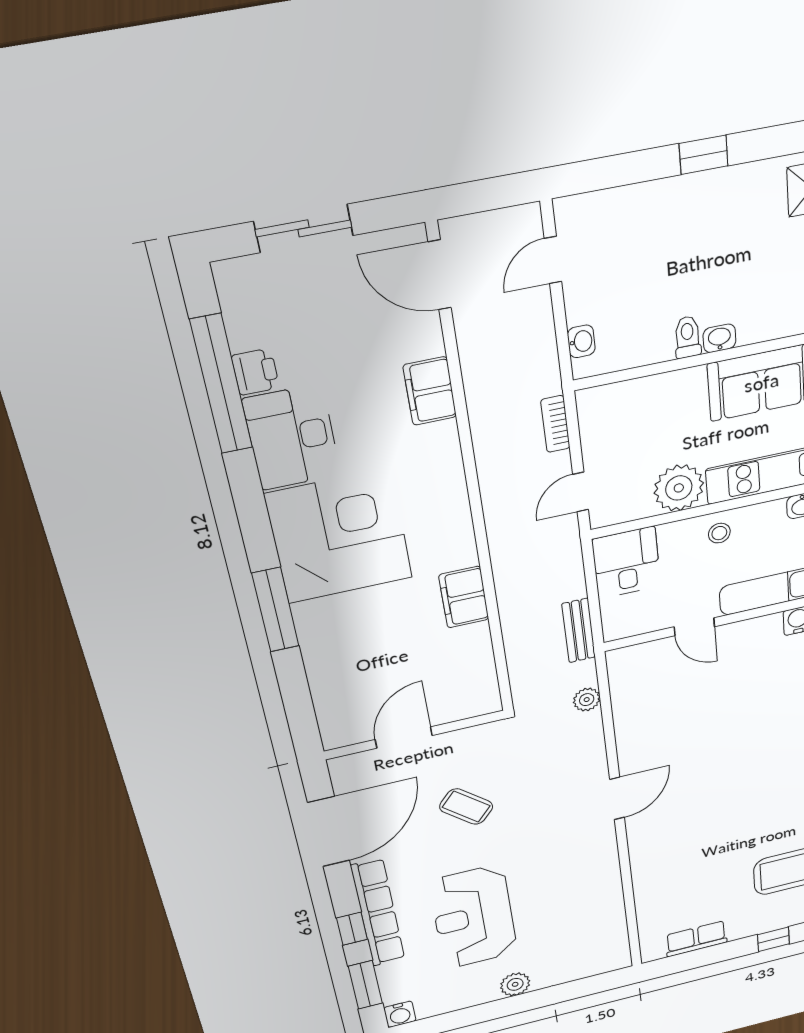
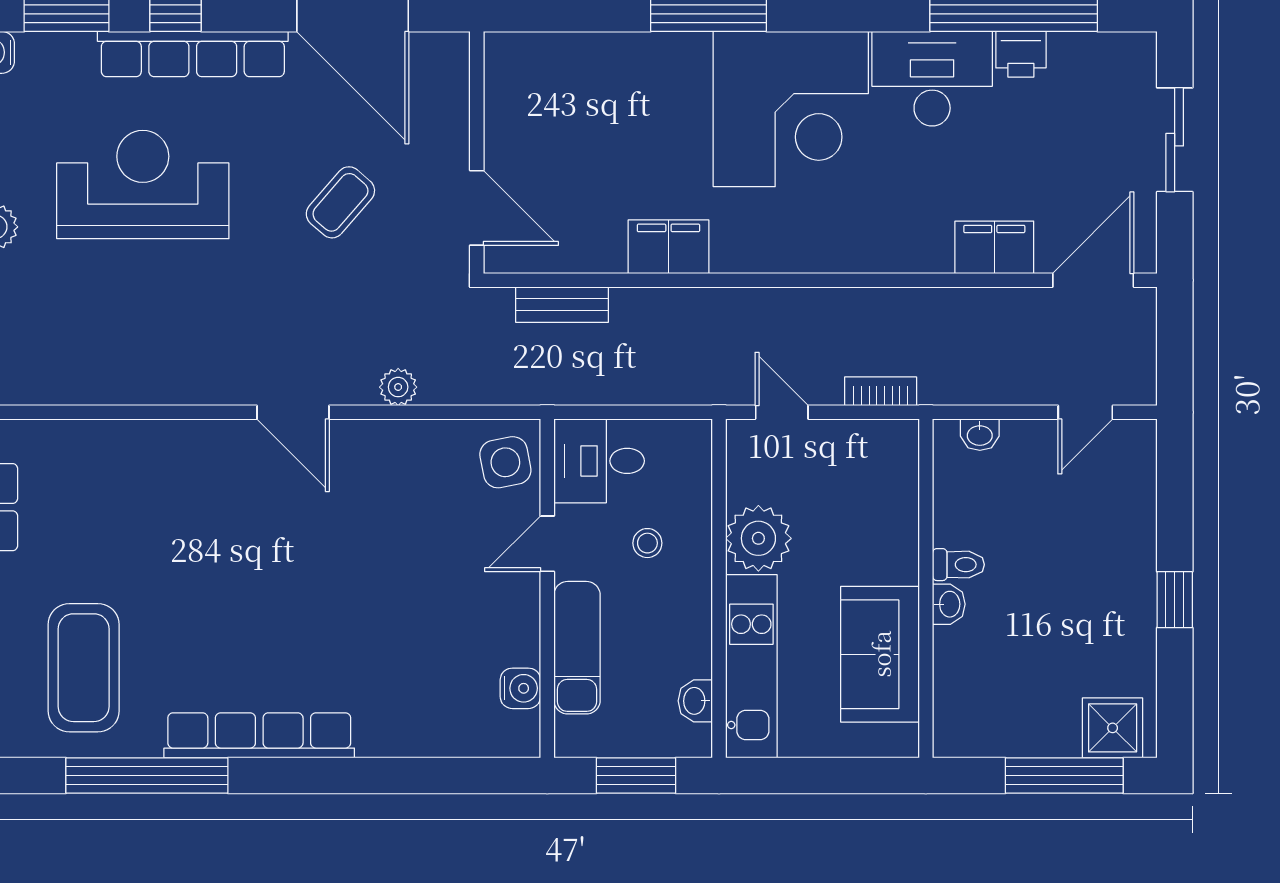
door: (553, 260) -> (1085, 412), swing flipped
filing cabinet: (430, 391) -> (994, 247), moved
stool: (719, 533) -> (647, 543), moved
desk: (626, 563) -> (599, 461), moved, turned 180
bench: (579, 631) -> (562, 305), moved
side table: (638, 666) -> (505, 462), added
plant: (587, 700) -> (398, 387), moved
door: (404, 737) -> (477, 208), moved

